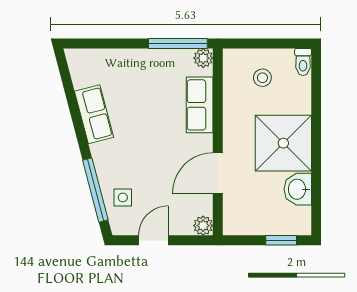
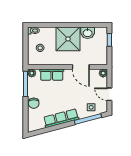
chair: (132, 63) -> (34, 103), added
row of seats: (94, 114) -> (61, 118), width x1.48

